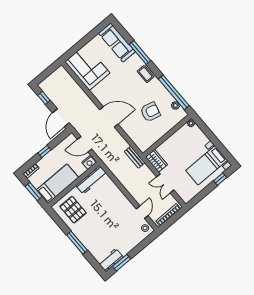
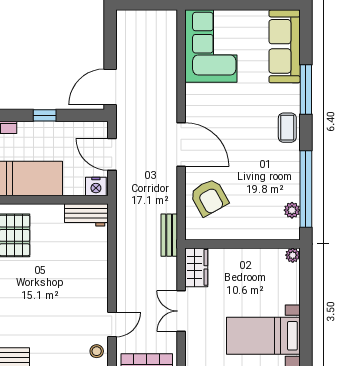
window: (44, 98) -> (110, 37), removed
armchair: (150, 112) -> (209, 197), moved, turned 47
workbench: (92, 180) -> (86, 215), width x0.73

